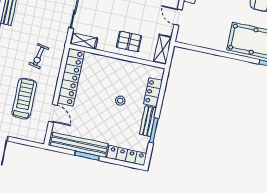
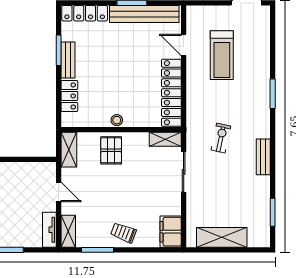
pallet: (129, 41) -> (111, 150), turned 90
exercise bike: (39, 56) -> (221, 138), moved
stool: (120, 101) -> (117, 120), moved

